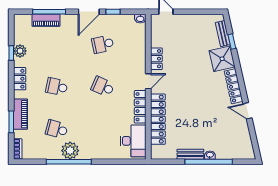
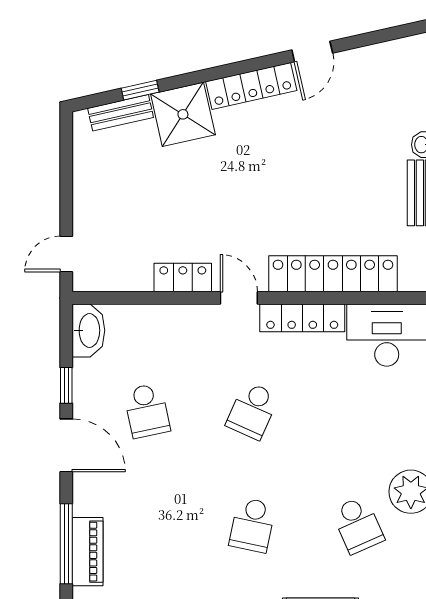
washbasin: (140, 19) -> (88, 330), width x1.91, depth x1.45
school desk: (57, 129) -> (358, 525), turned -39

